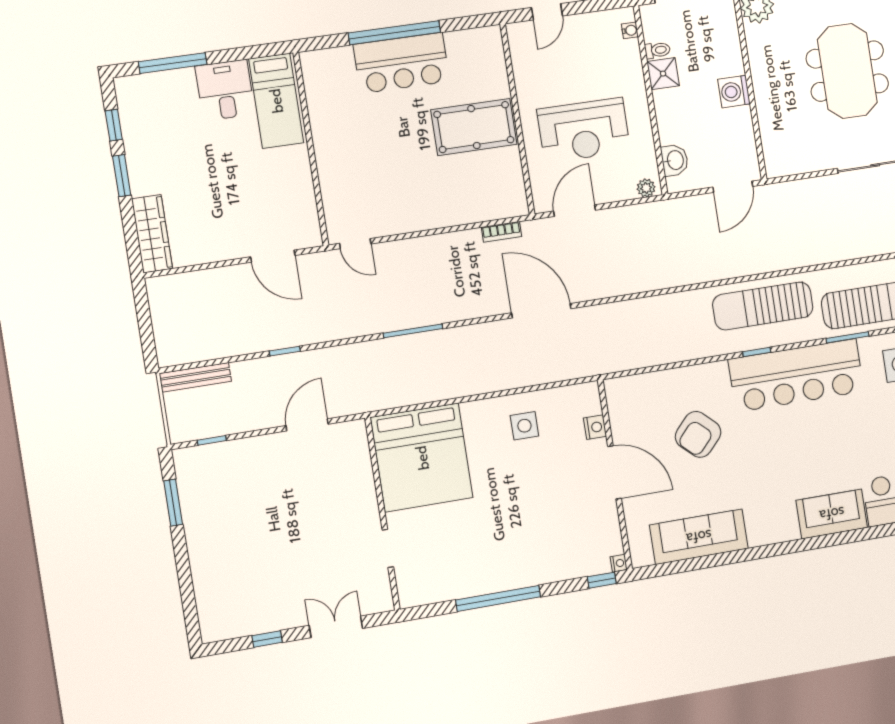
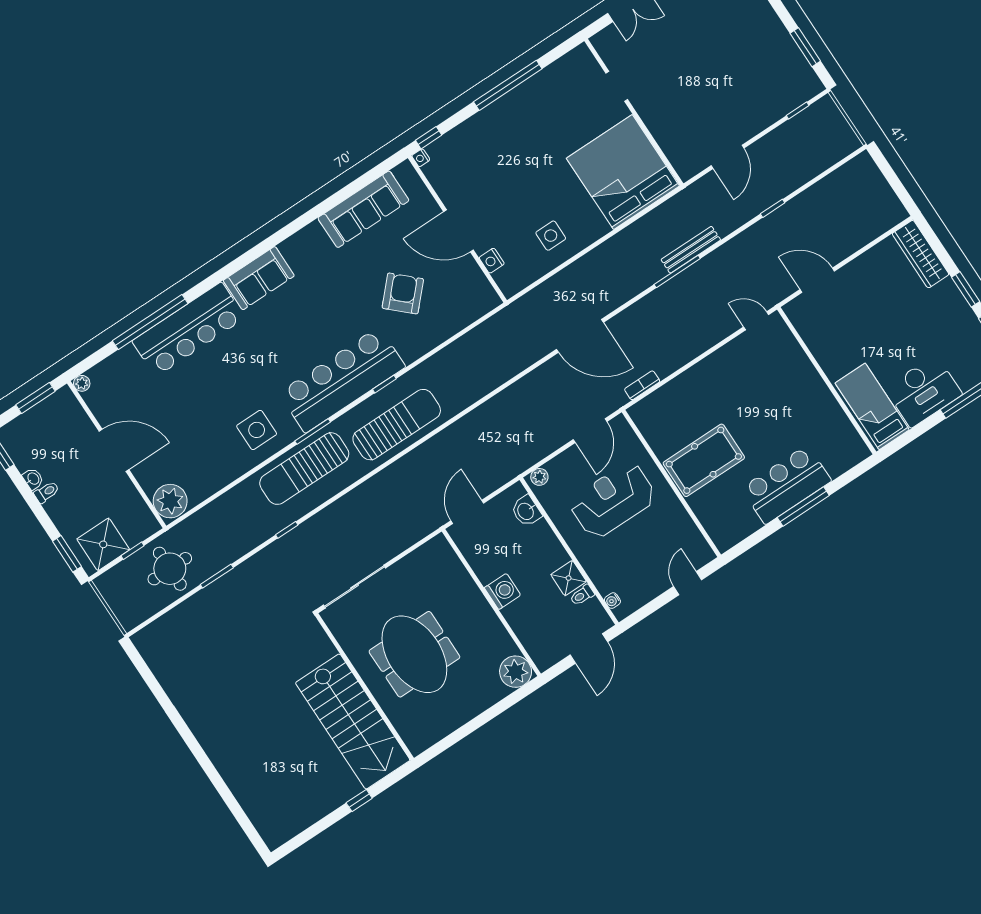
window: (394, 33) -> (803, 507), width x0.68
desk: (225, 90) -> (923, 391), width x1.37
bench: (195, 377) -> (691, 250), moved

